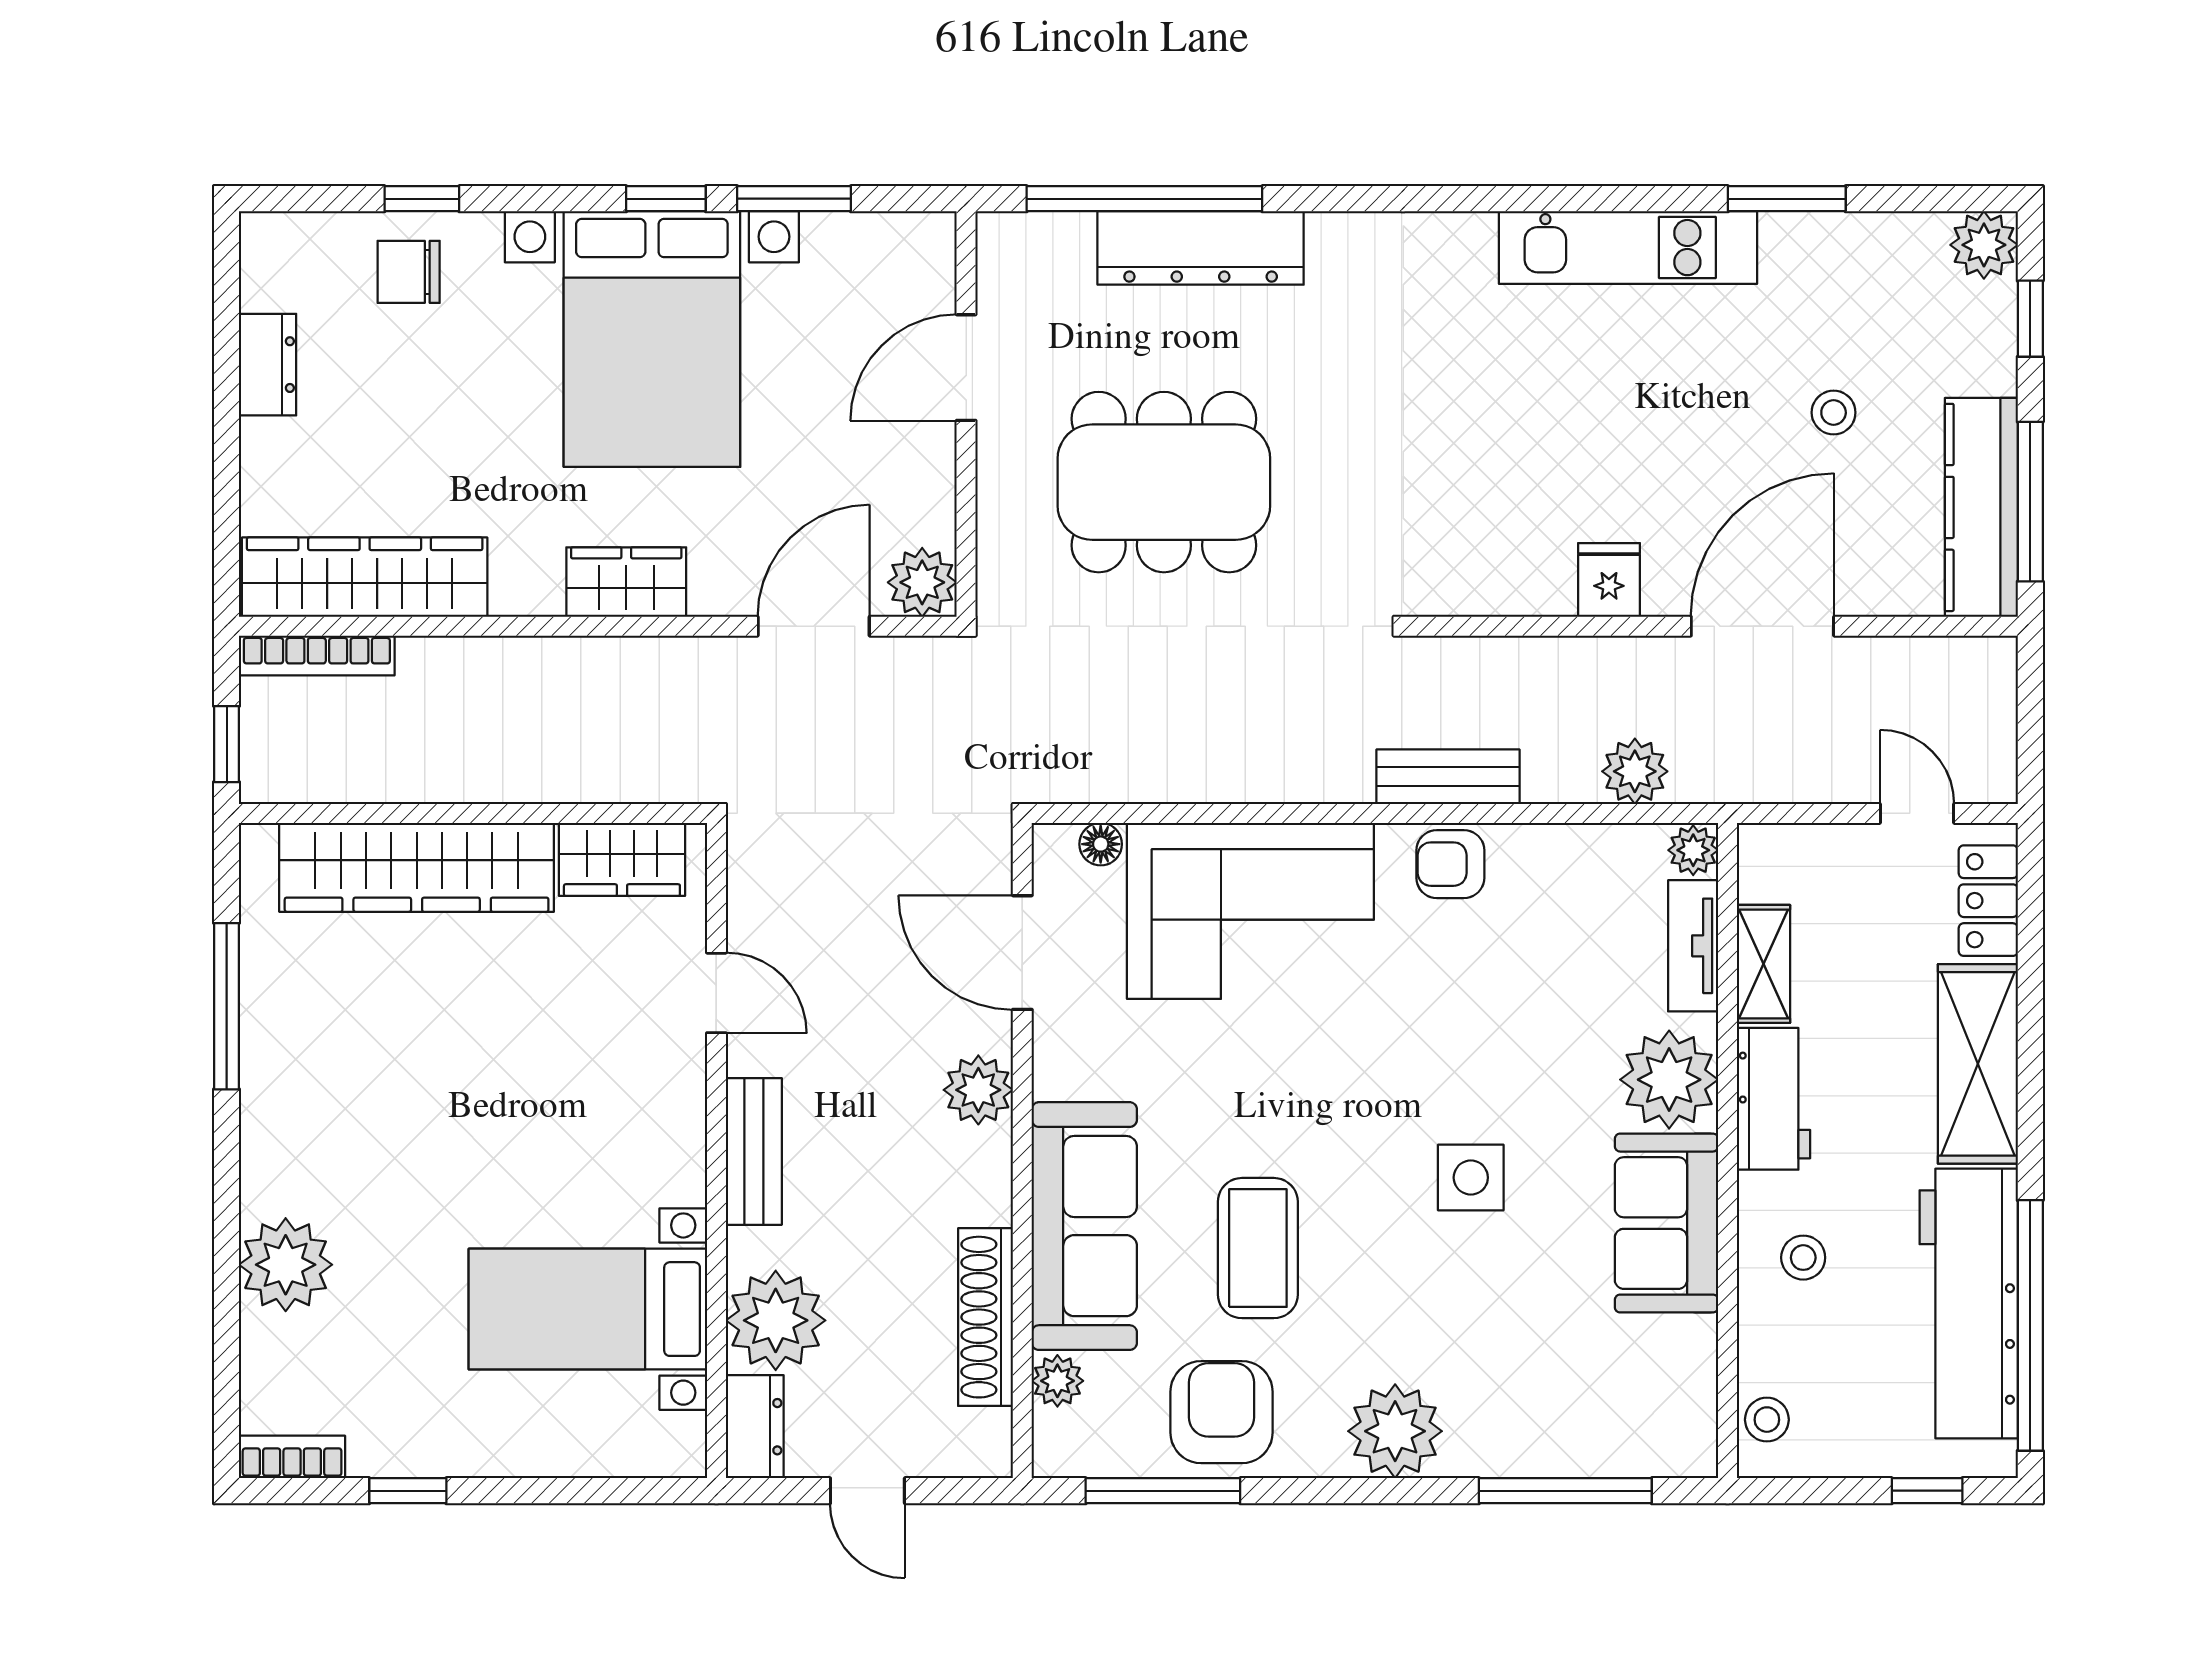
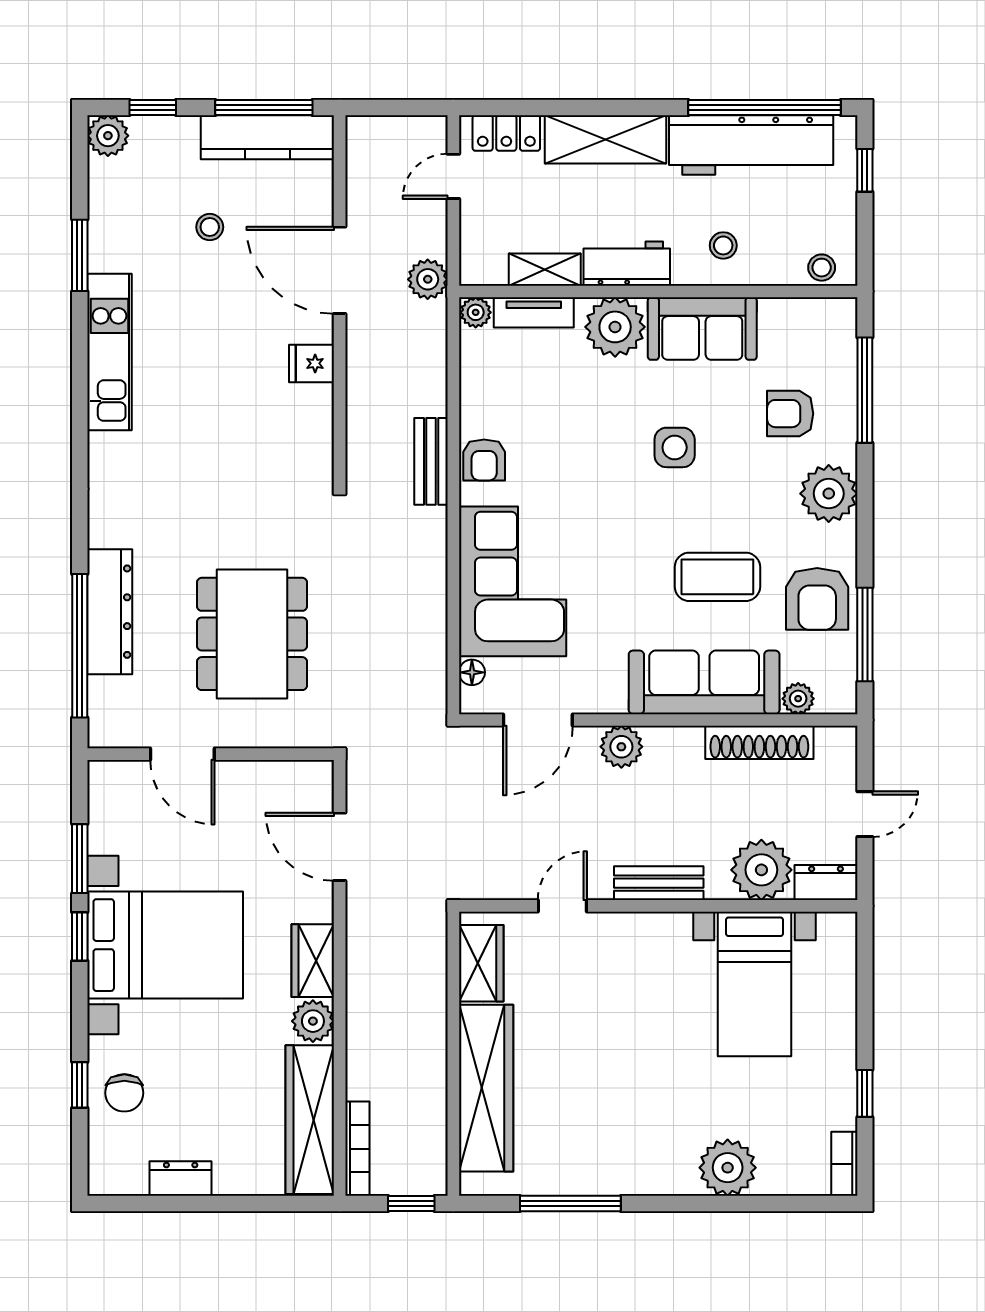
plant: (922, 582) -> (313, 1021), moved
plant: (1635, 771) -> (428, 279), moved
armchair: (1527, 1368) -> (790, 414), added
armchair: (1221, 1412) -> (817, 599), turned -90

